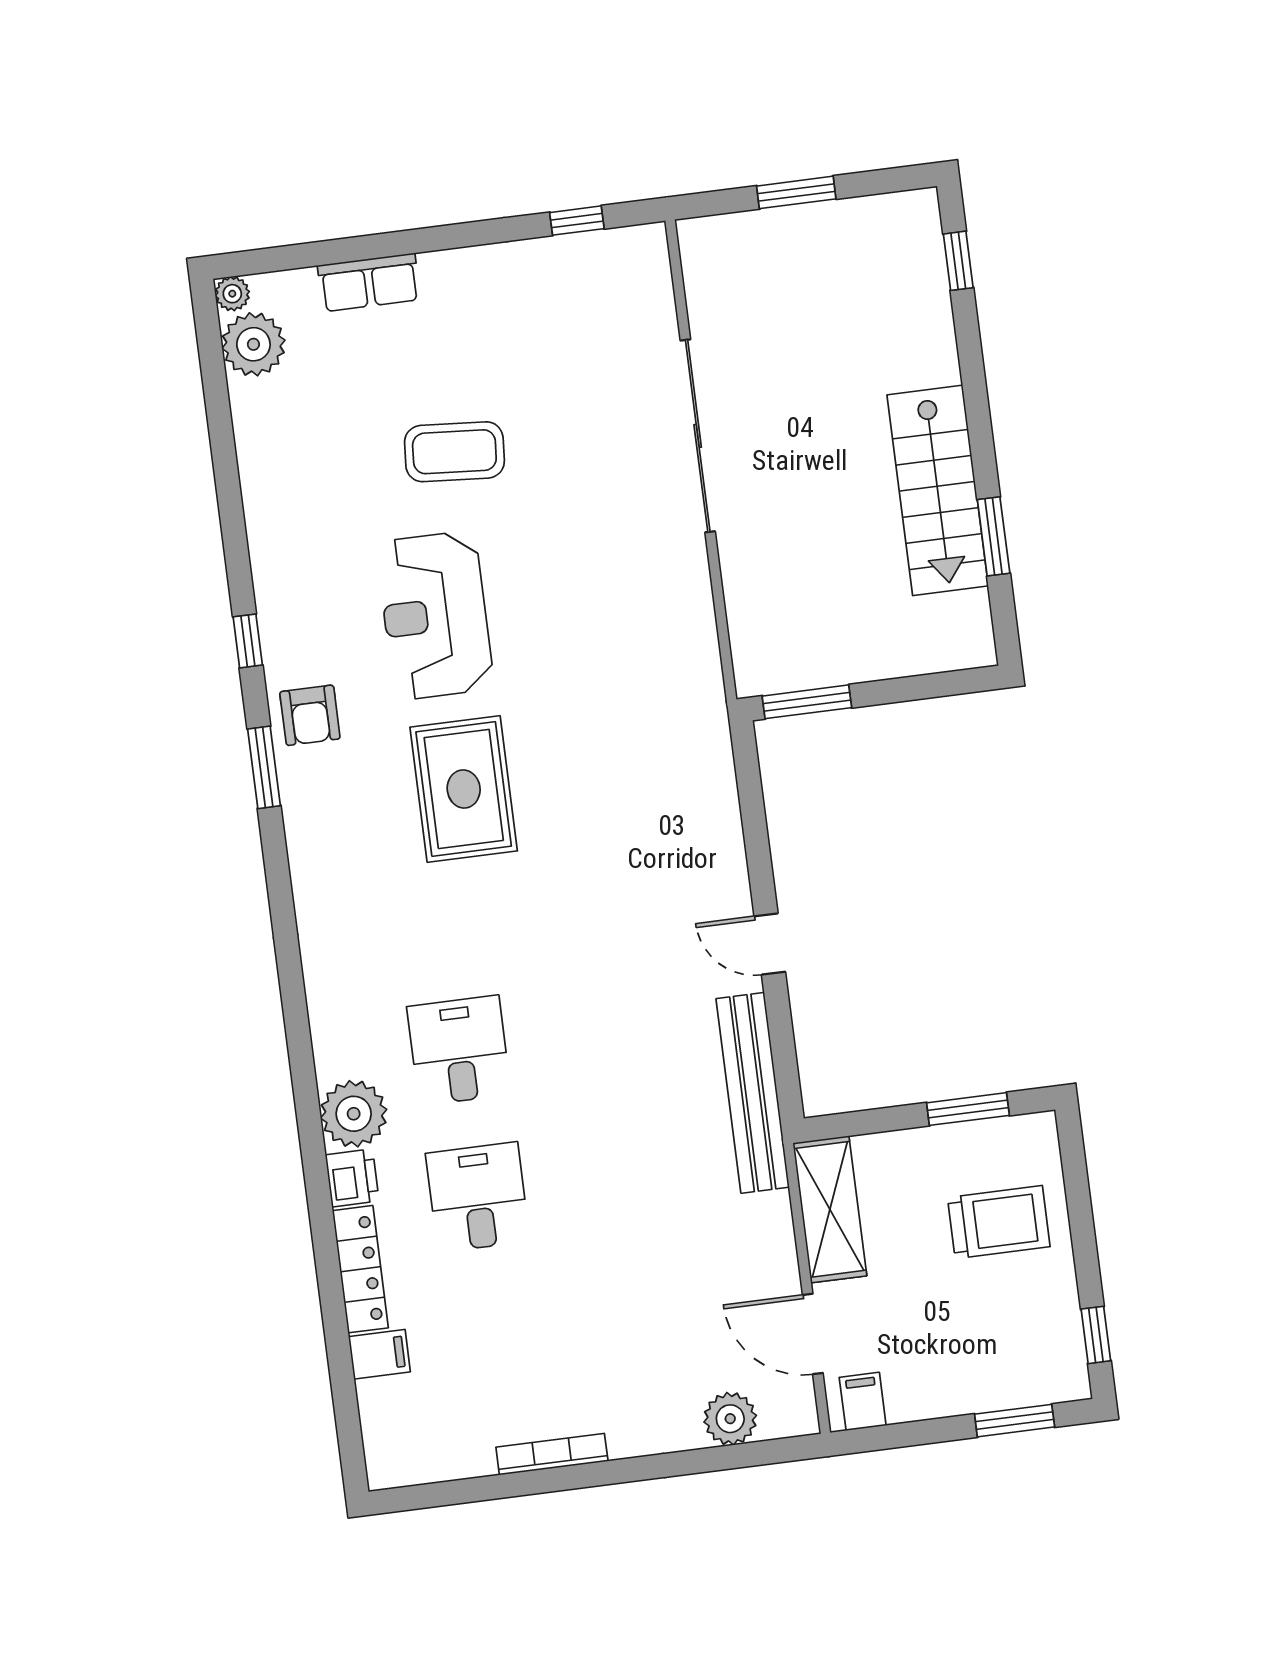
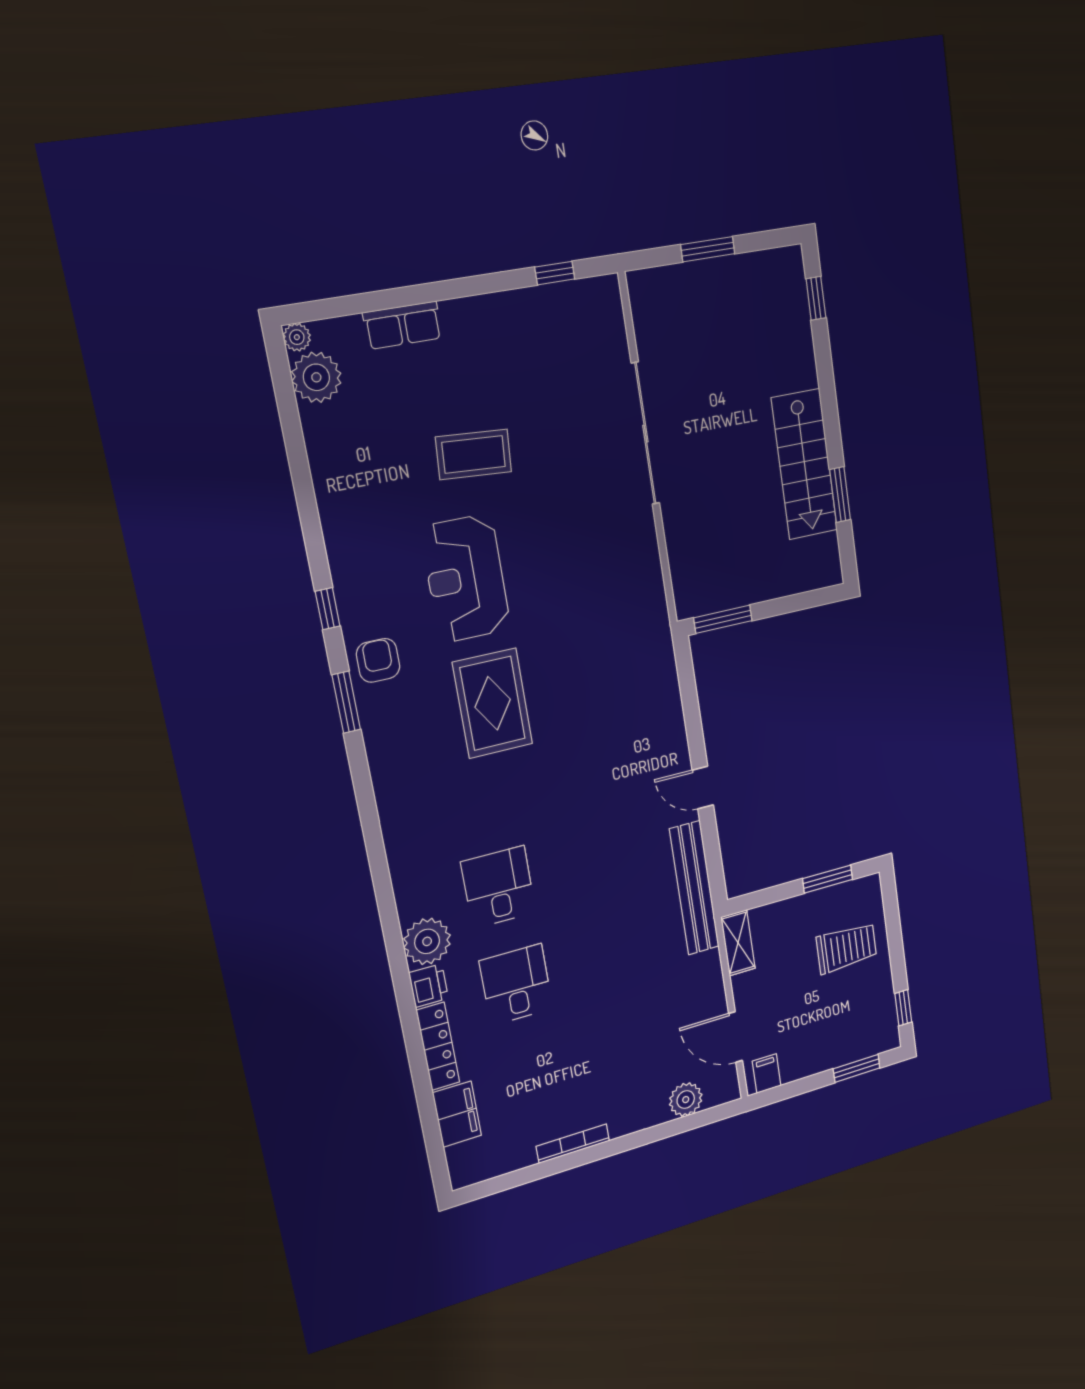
armchair: (310, 715) -> (378, 660), turned 180
shelving: (830, 1209) -> (738, 943), width x0.67, depth x0.75
filing cabinet: (379, 1354) -> (457, 1114), width x2.00

